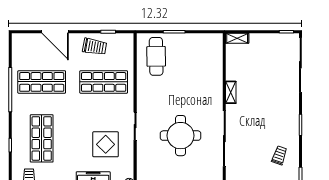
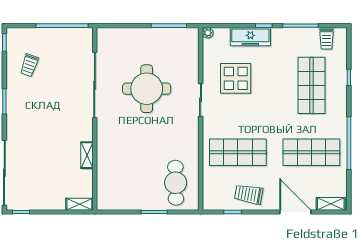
shelving: (25, 39) -> (331, 204), added
shelving: (231, 92) -> (87, 155), moved

